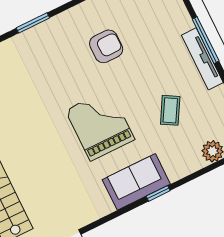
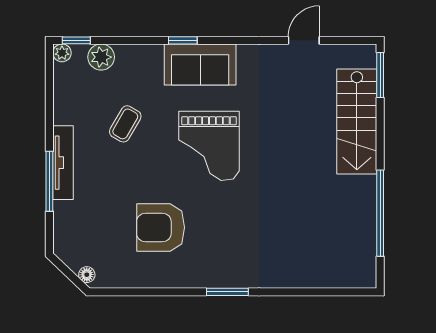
armchair: (106, 46) -> (161, 227), width x1.36, depth x1.36

